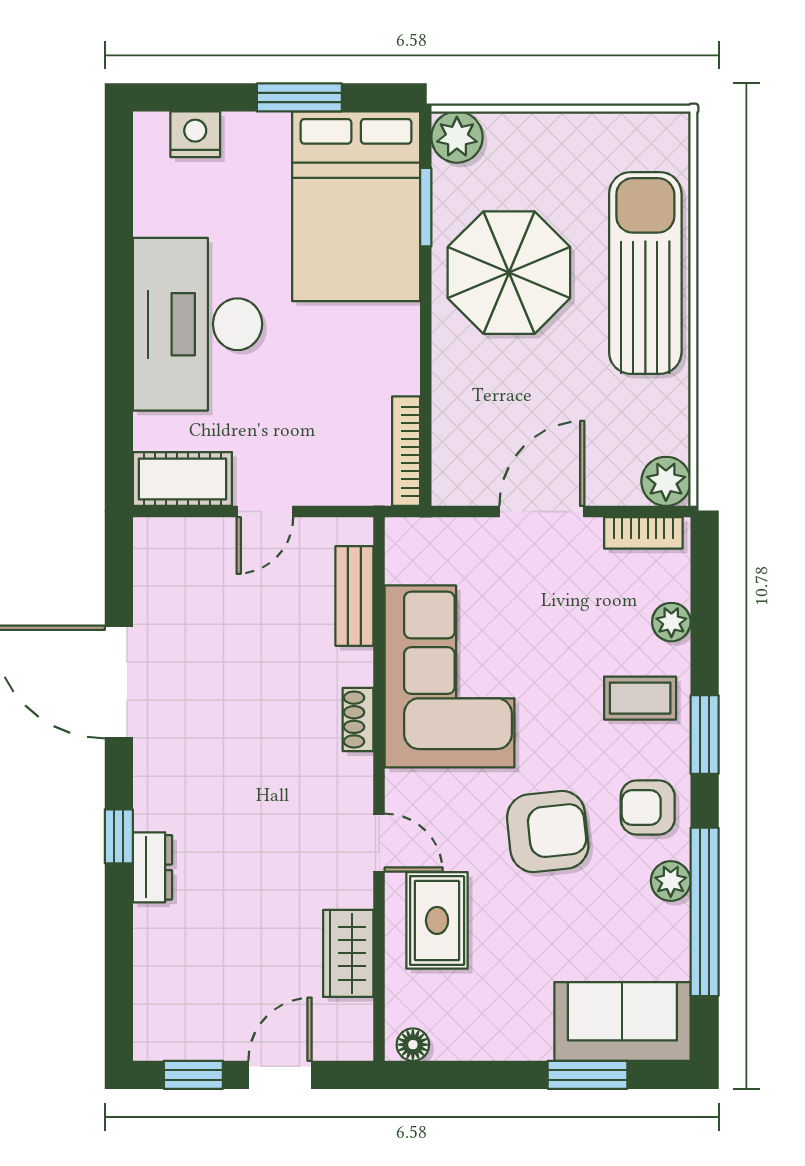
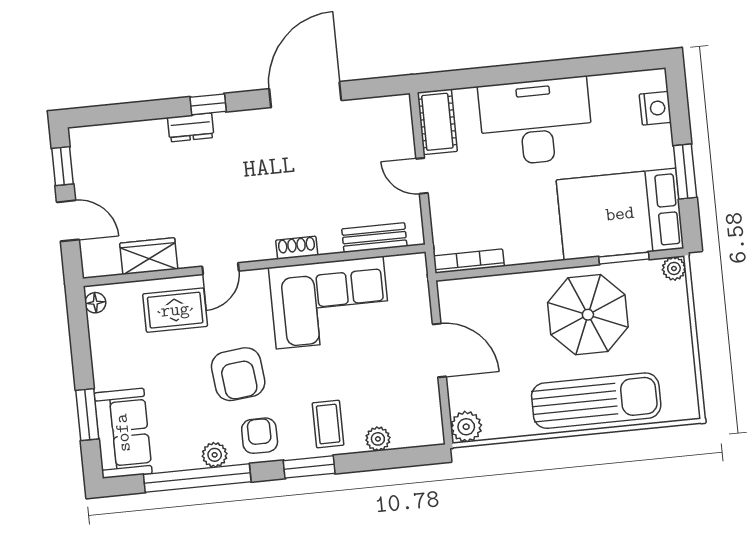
plant: (457, 137) -> (674, 268), width x0.73, depth x0.73
bookcase: (643, 533) -> (432, 416), removed

